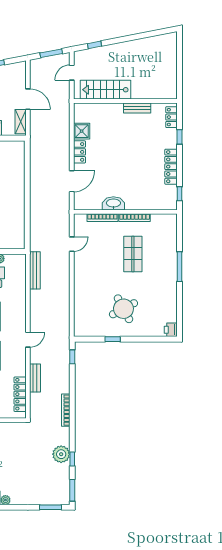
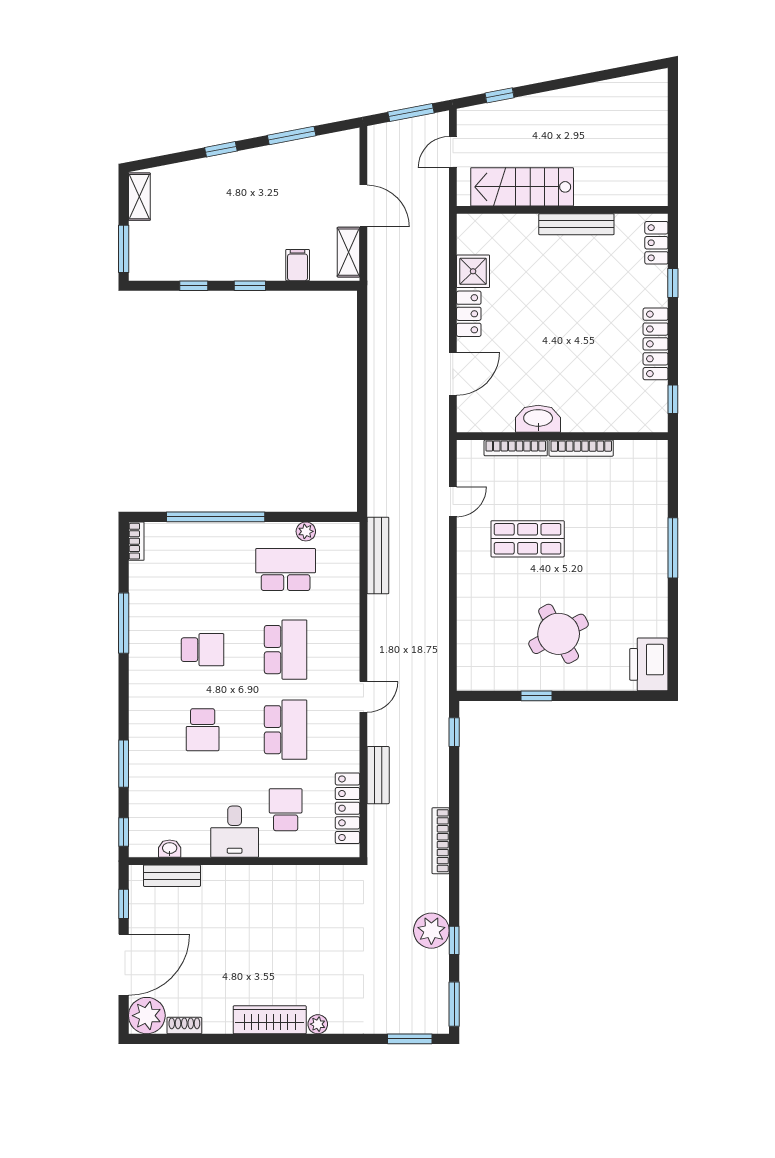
bench: (137, 108) -> (576, 224), width x1.36
shop shelf: (133, 254) -> (528, 539), moved, turned 90
printer: (171, 330) -> (649, 664), width x1.87, depth x1.48

